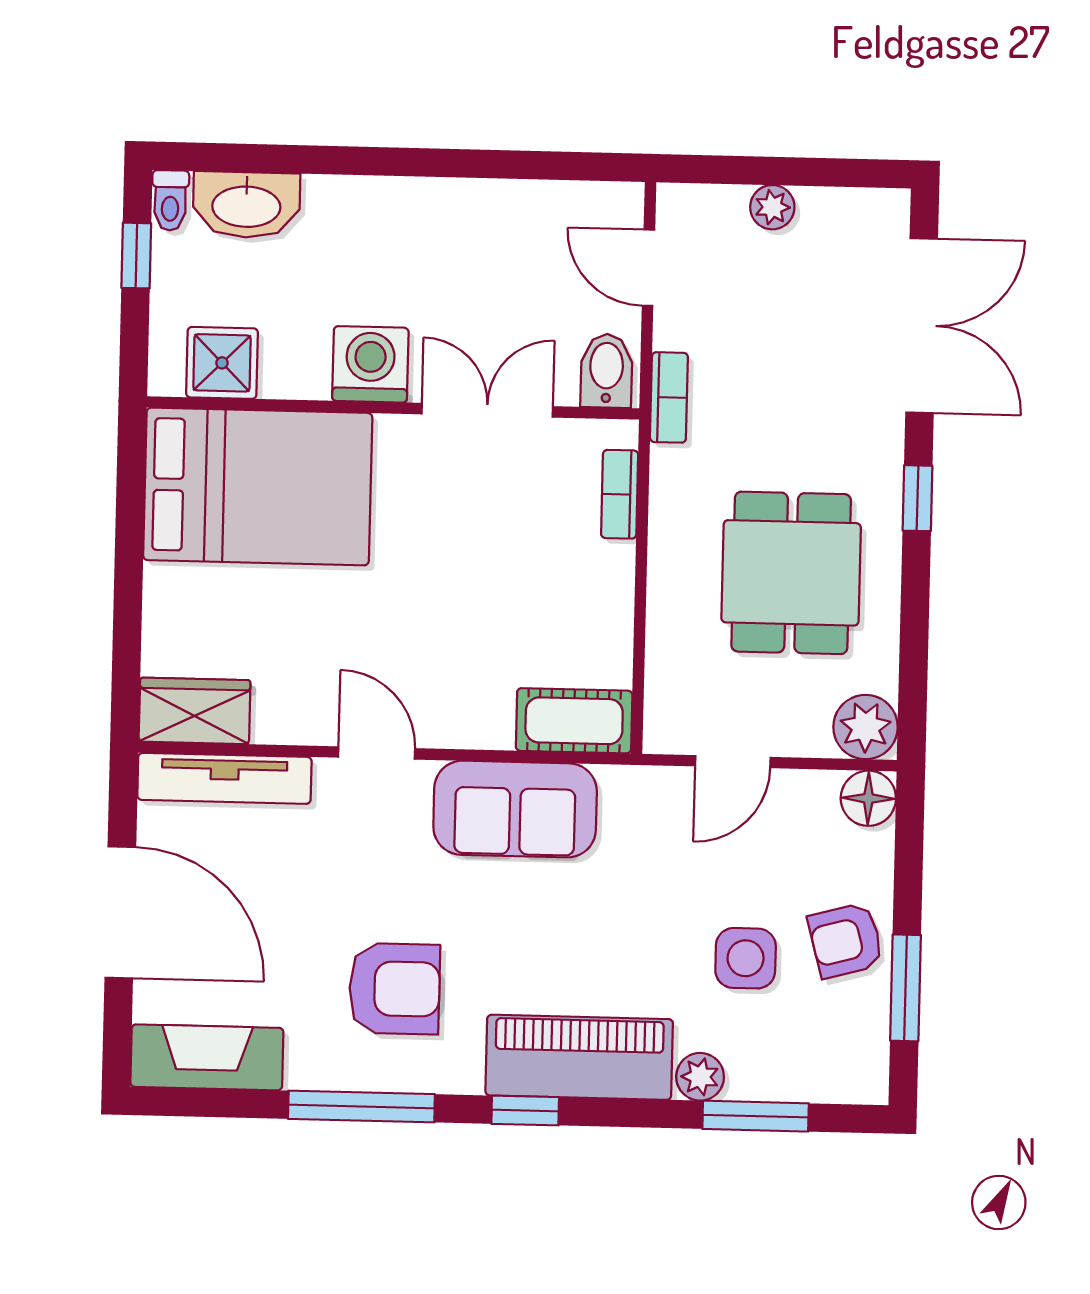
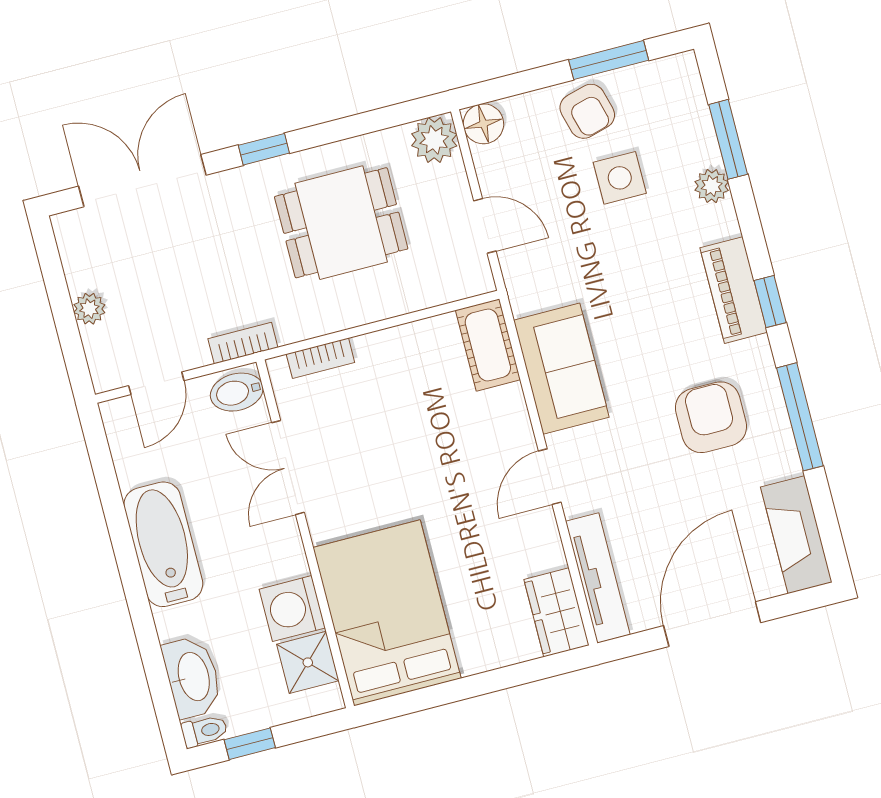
bathtub: (433, 216) -> (163, 544), added
washing machine: (370, 364) -> (292, 609), moved
piano: (579, 1057) -> (734, 290), width x0.73, depth x0.75

